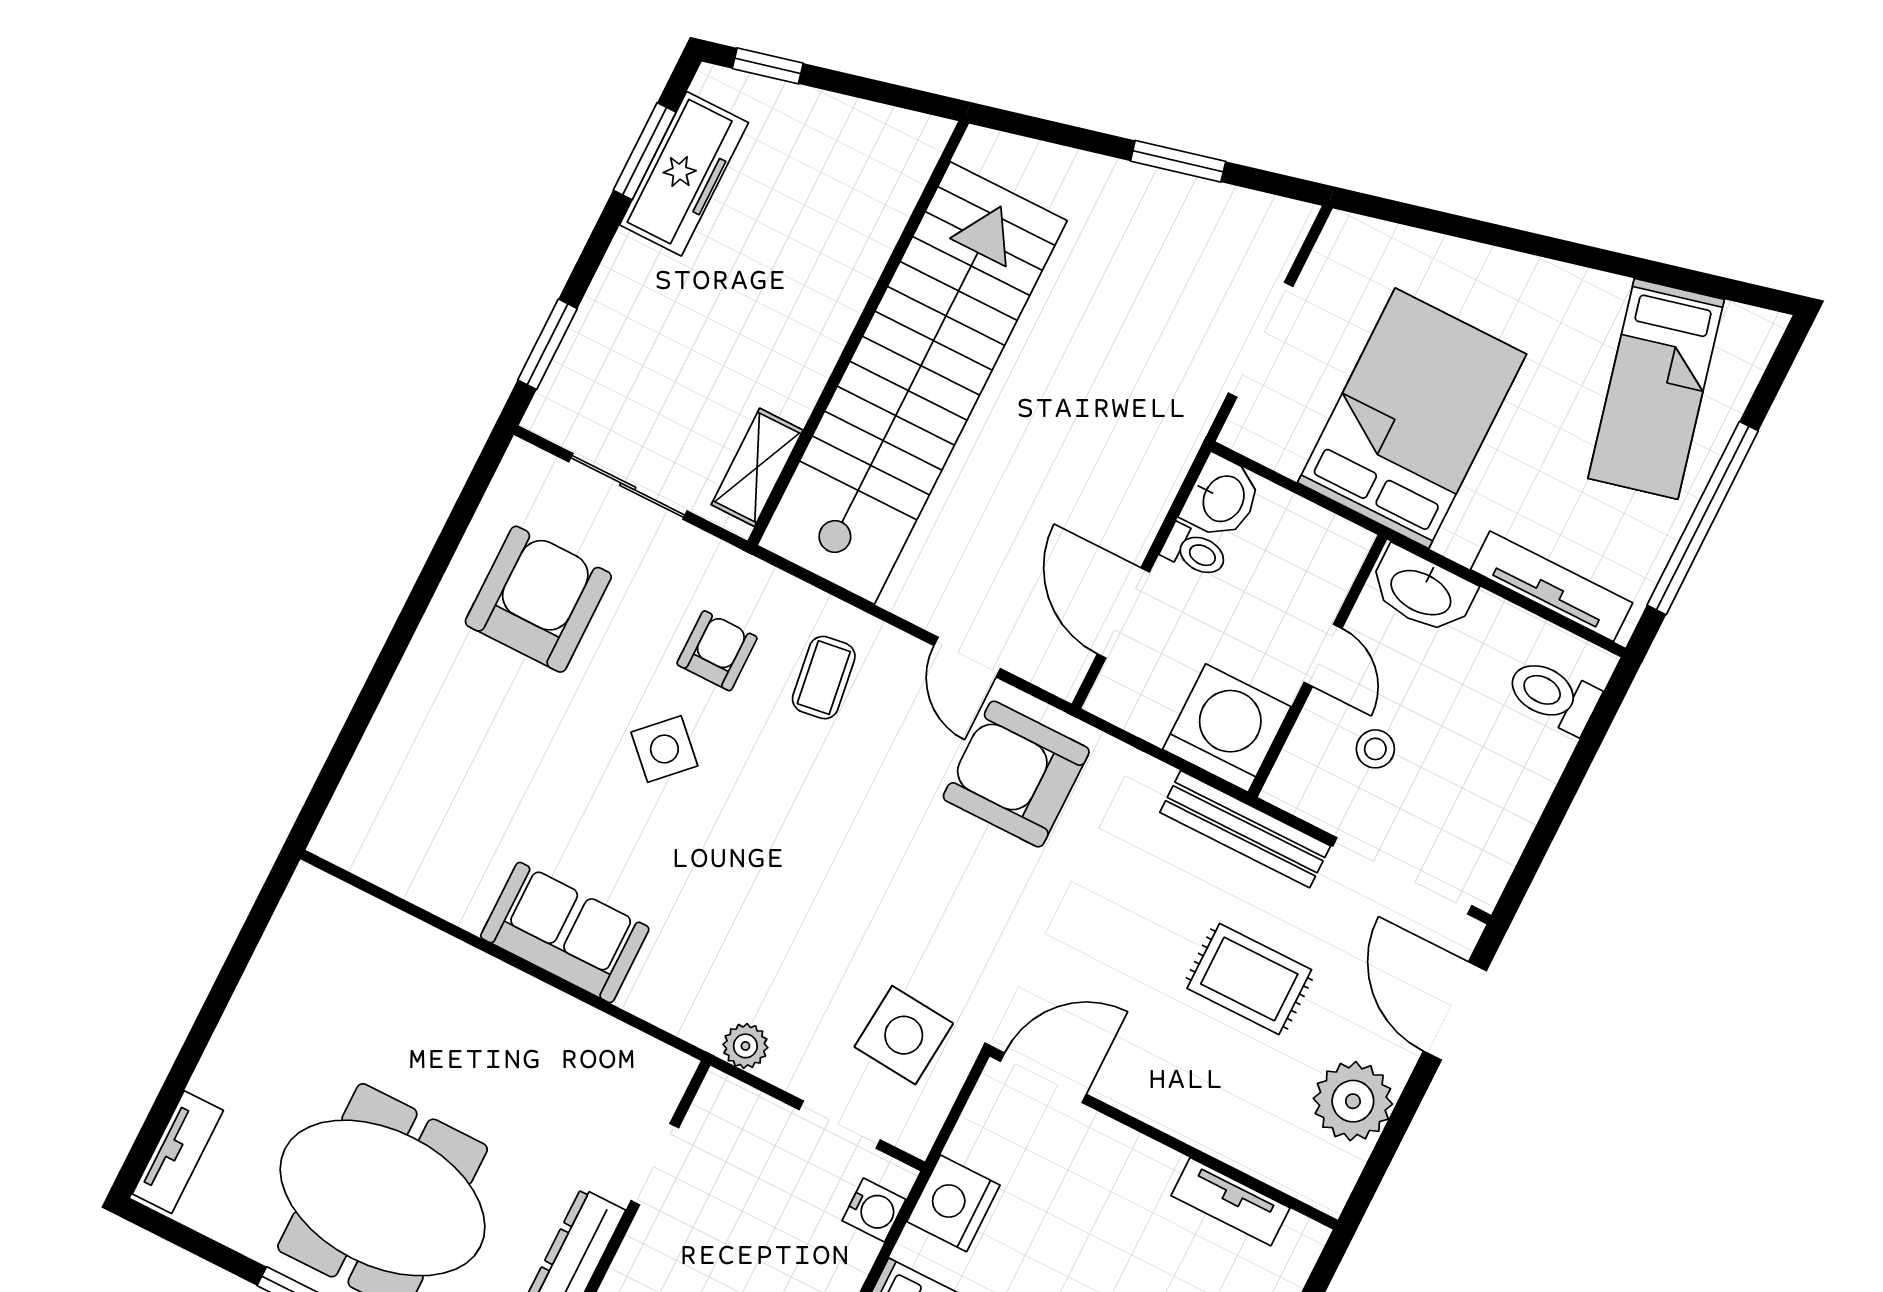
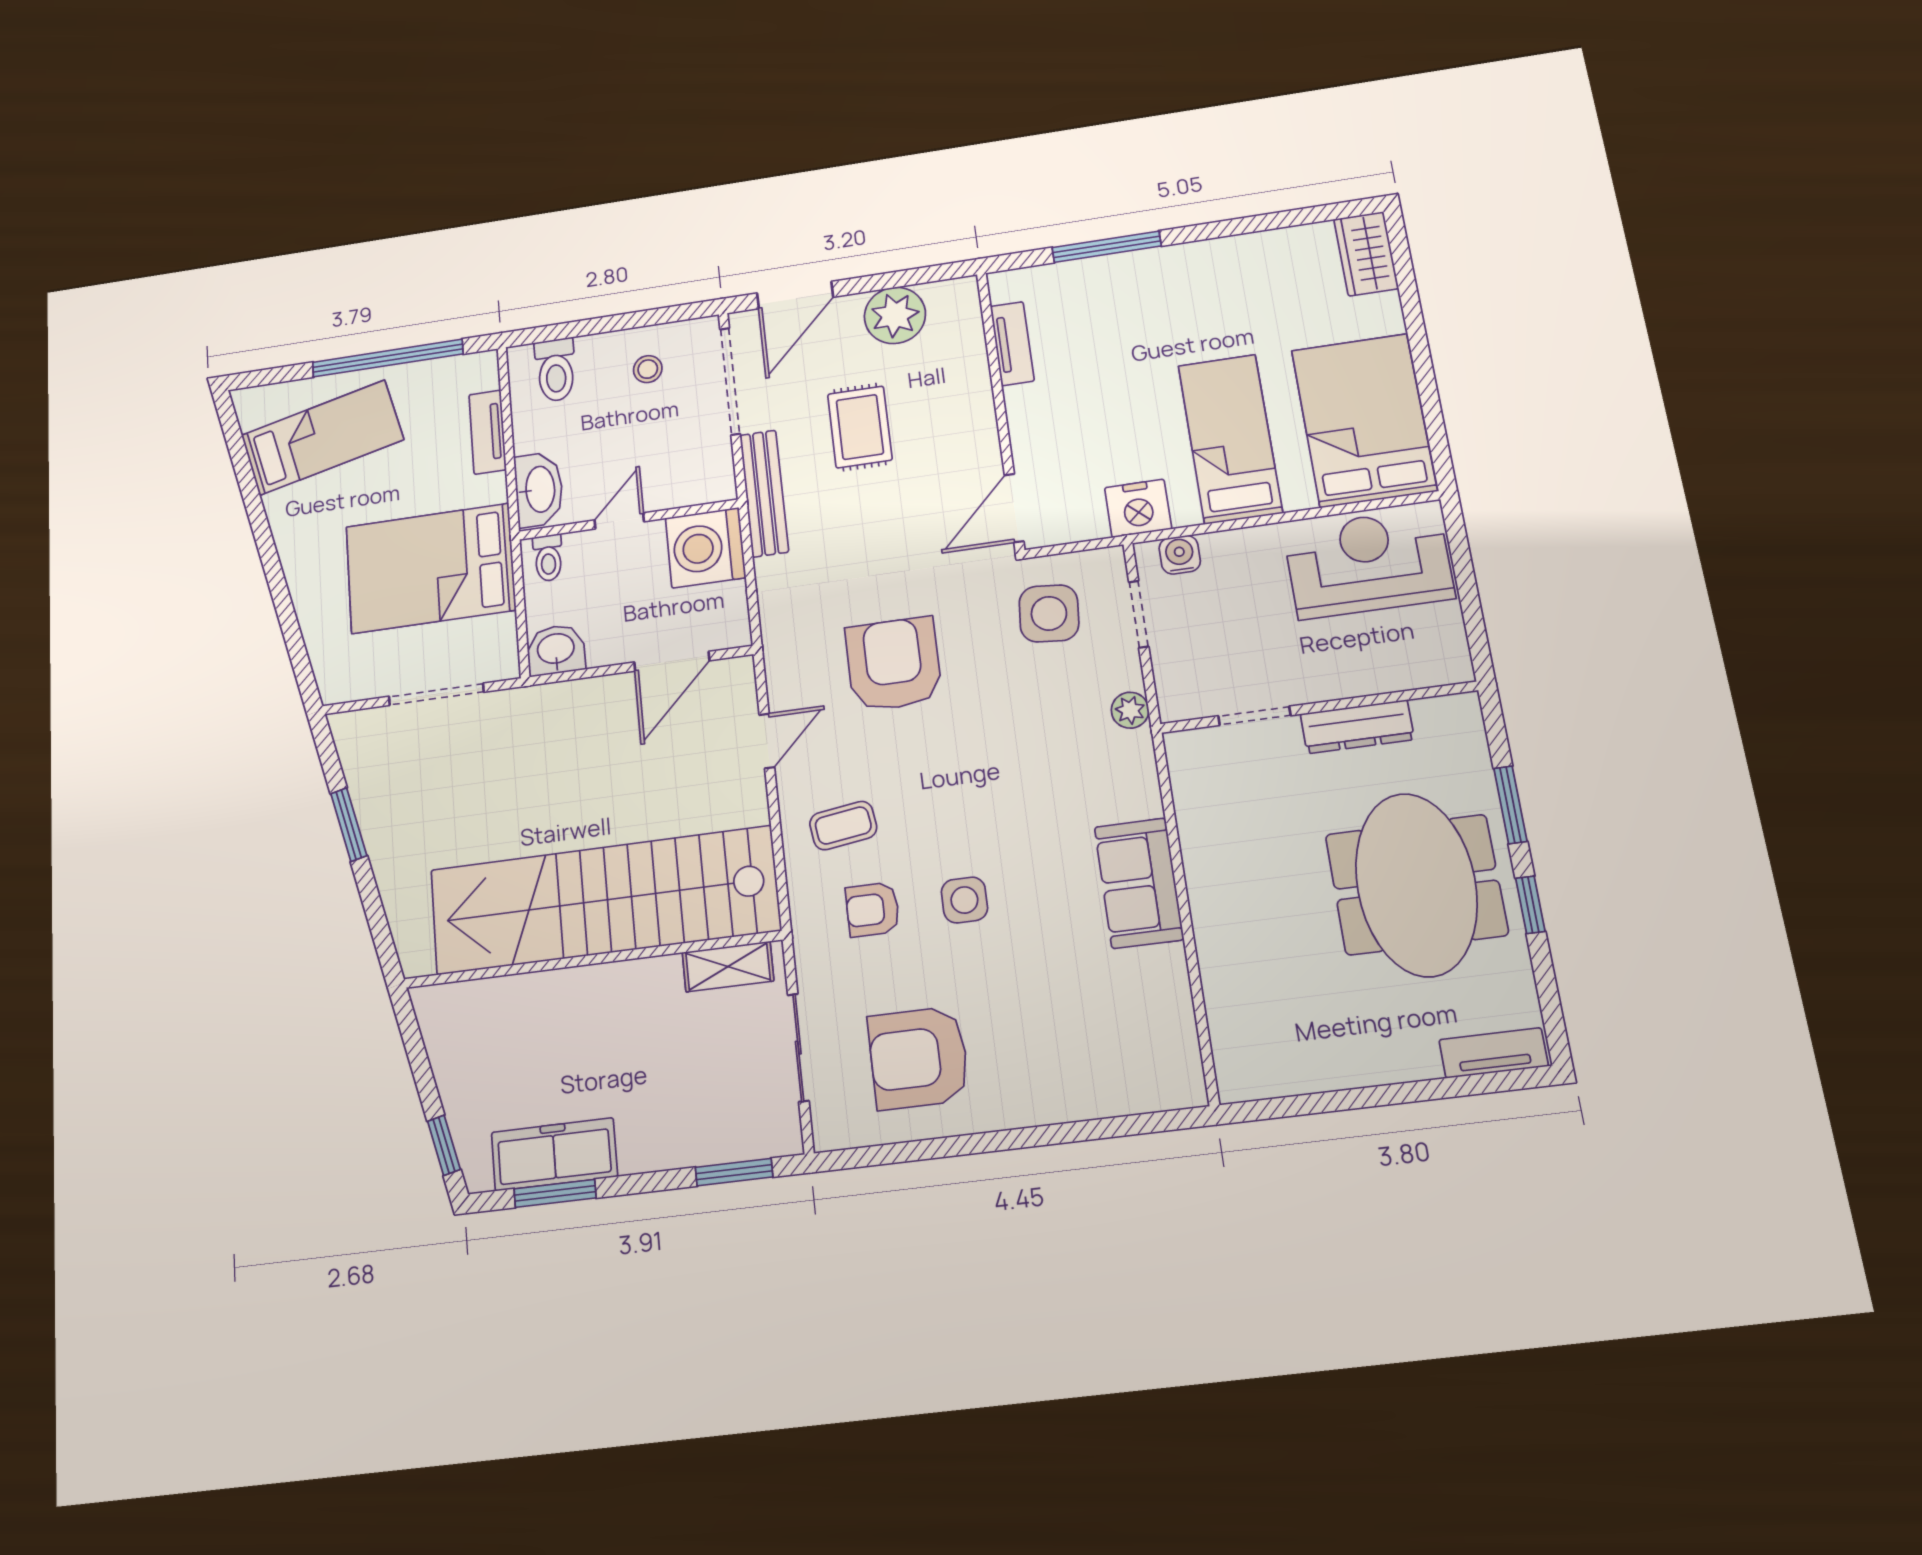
toilet: (1195, 551) -> (548, 558), moved, turned 180
tv unit: (1552, 586) -> (488, 432), width x0.71
side table: (664, 749) -> (964, 900), turned 45
stool: (1375, 749) -> (648, 369), moved
armchair: (1016, 774) -> (893, 664), moved, turned 180
door: (1043, 1078) -> (1014, 508), hinge flipped

